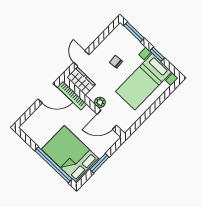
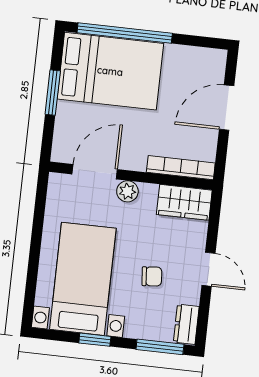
dresser: (117, 33) -> (186, 324), added
door: (81, 58) -> (208, 269), moved
door: (48, 93) -> (227, 108), moved

